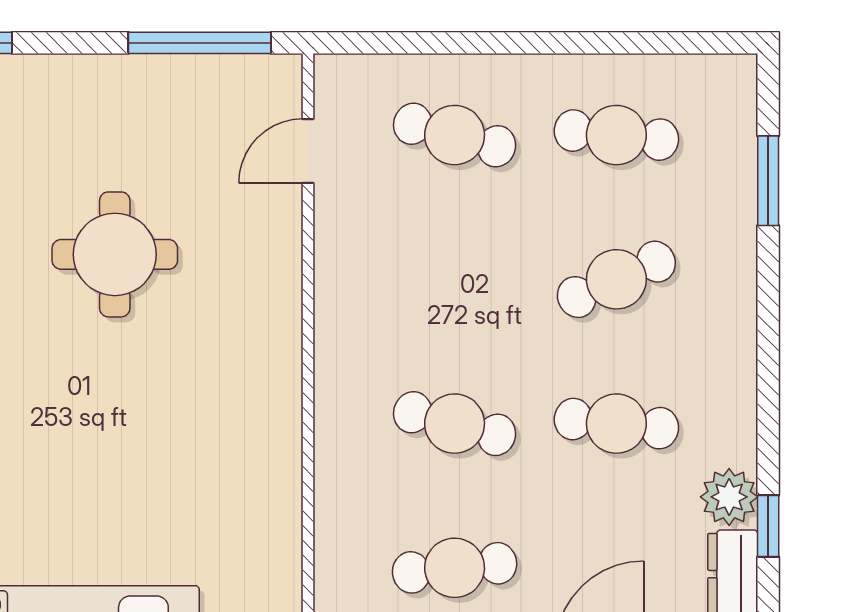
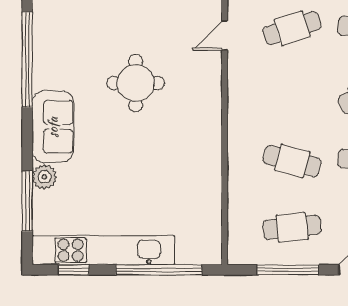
cafe table: (455, 135) -> (292, 28), turned -33

